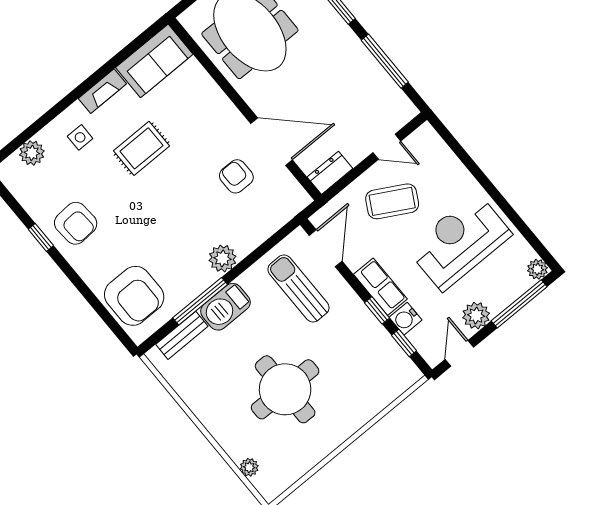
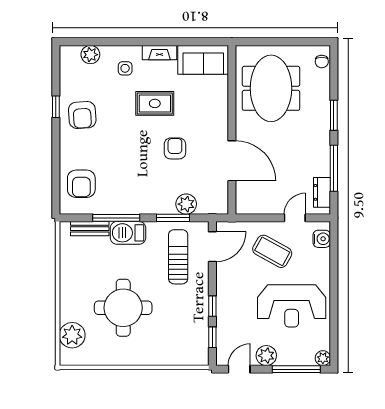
door: (387, 147) -> (295, 218), swing flipped
dresser: (330, 173) -> (322, 192), moved, turned -90
armchair: (236, 176) -> (175, 148), moved
reception desk: (460, 242) -> (292, 306), turned 180
window: (259, 252) -> (173, 218), added
plant: (223, 258) -> (186, 204), moved
row of seats: (380, 287) -> (225, 294), removed
armchair: (134, 296) -> (81, 184), width x0.73, depth x0.73
water cooler: (405, 319) -> (322, 239), moved, turned 180
plant: (249, 467) -> (72, 335), width x1.88, depth x1.88

